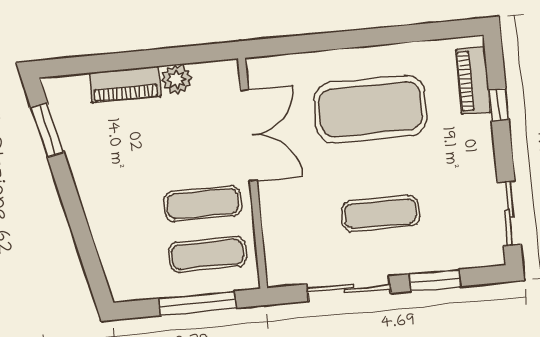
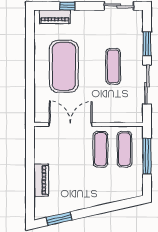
plant: (177, 79) -> (41, 156), removed

